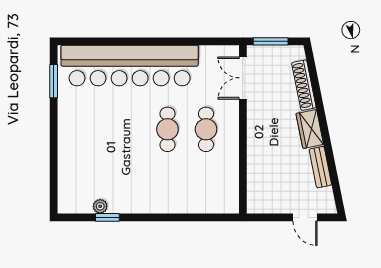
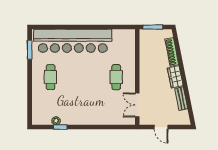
double door: (243, 78) -> (137, 105), moved
cafe table: (167, 129) -> (51, 77), moved
door: (305, 217) -> (161, 127), moved

